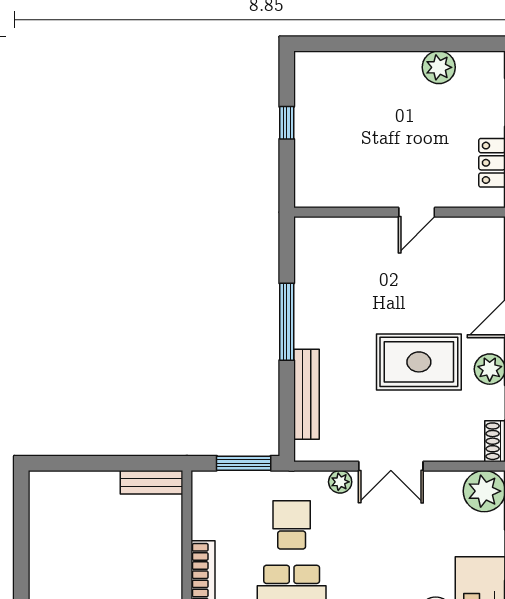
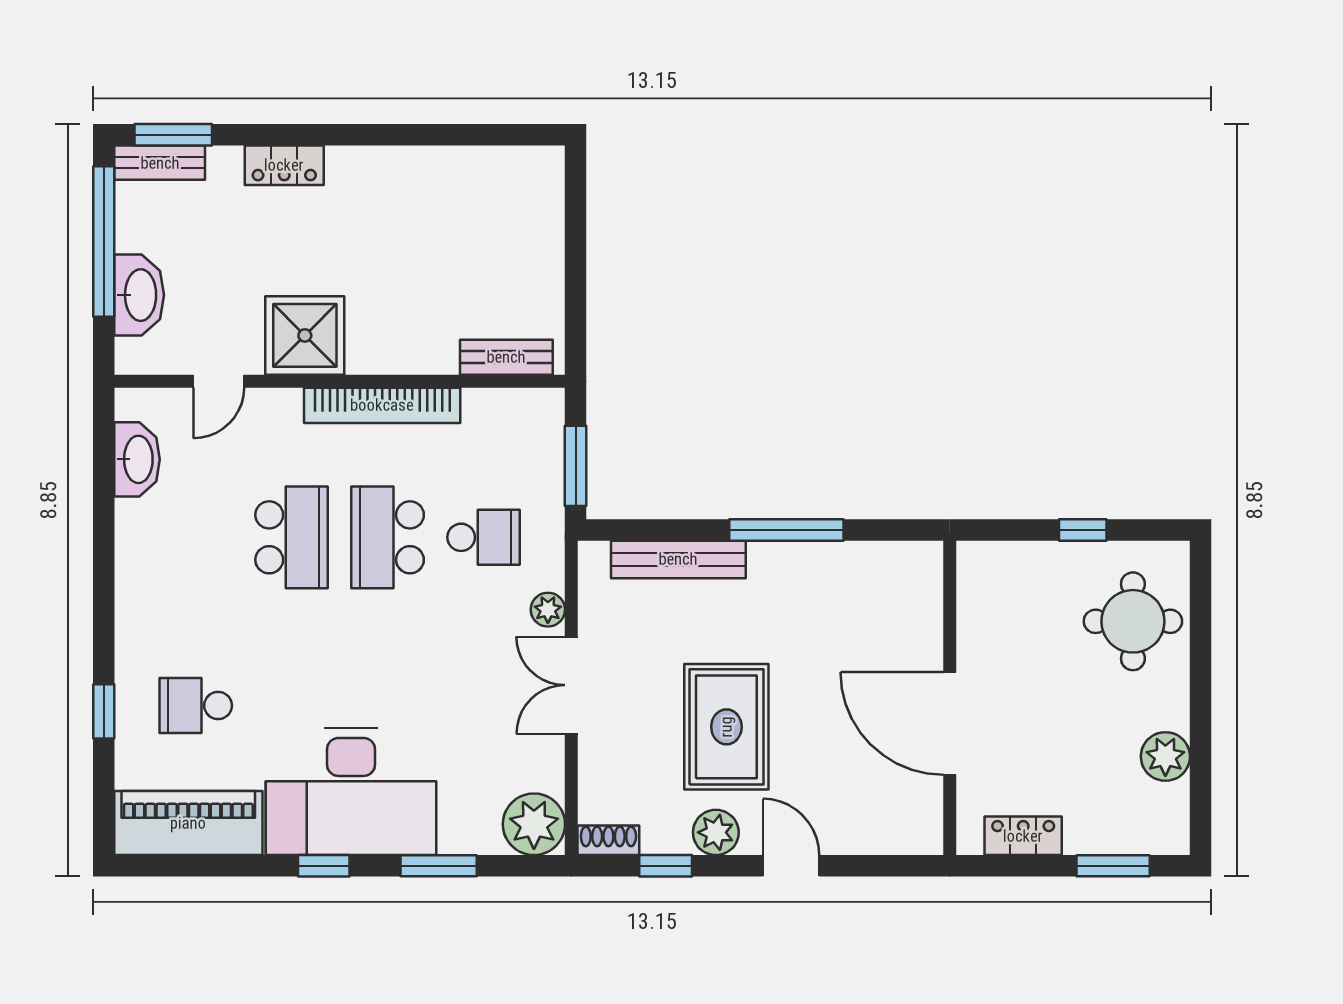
round table: (348, 89) -> (1133, 621), added
door: (417, 212) -> (950, 724), width x1.88
bench: (152, 482) -> (506, 357), moved, turned 90

